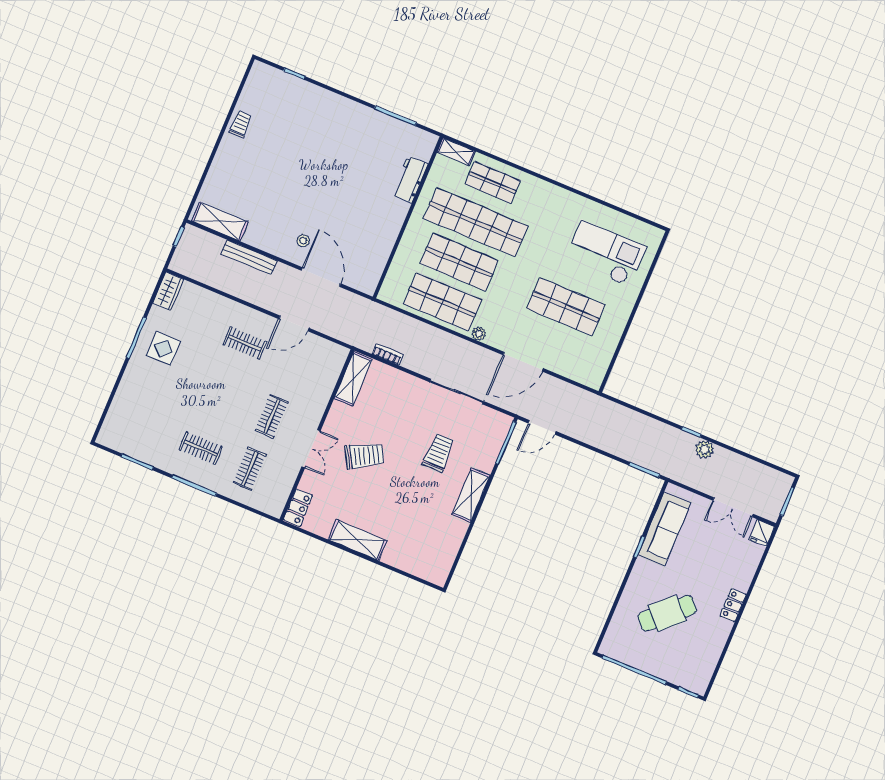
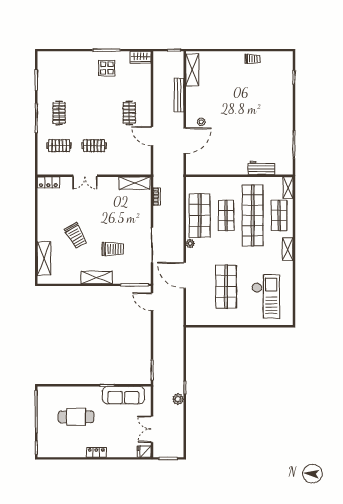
shelving: (548, 191) -> (288, 249), added
shop shelf: (459, 262) -> (226, 215), width x0.70, depth x0.74
trolley: (364, 456) -> (76, 236), moved
shelving: (357, 540) -> (44, 258), moved
cafe table: (667, 613) -> (76, 417), turned -47

